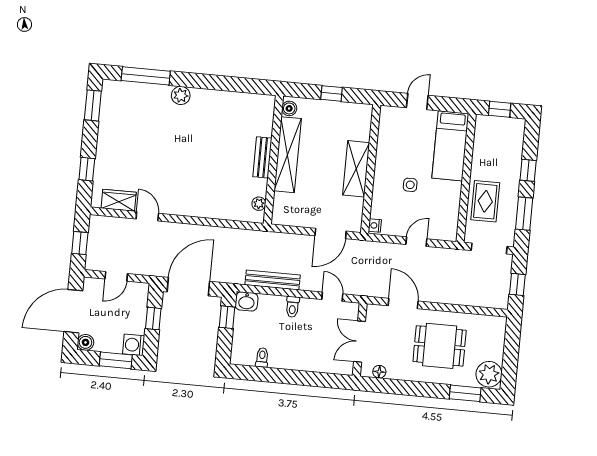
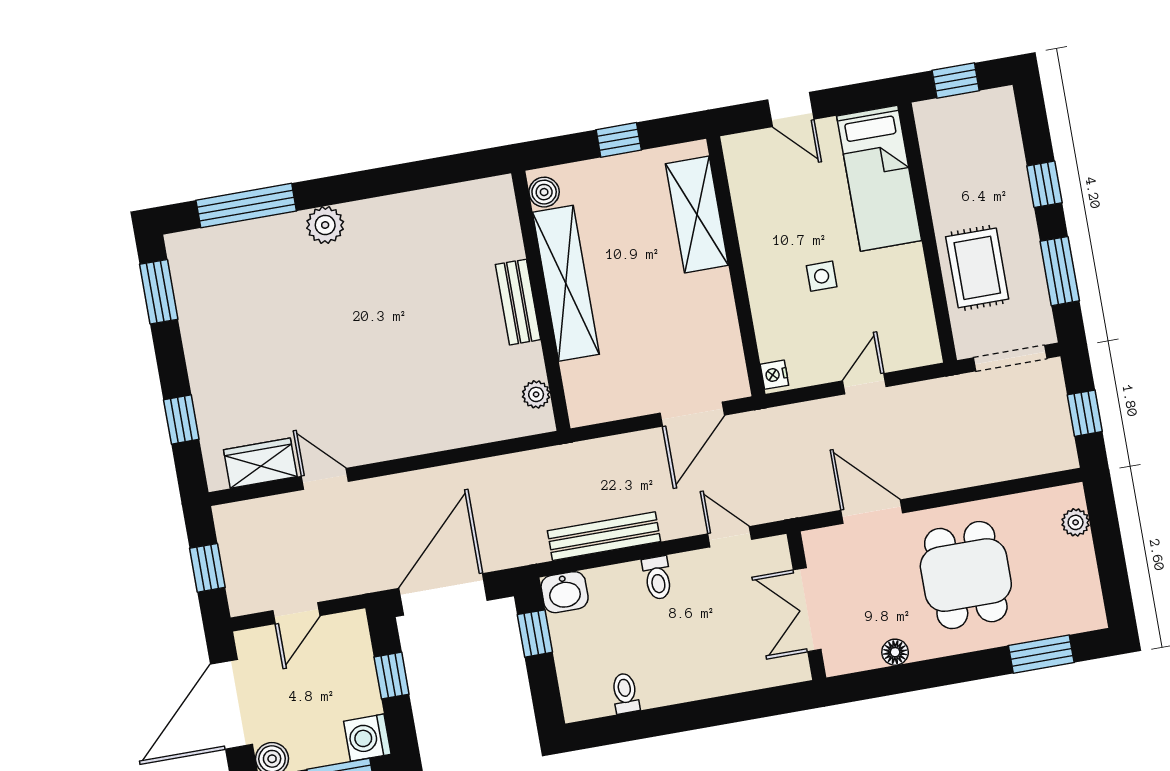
door: (417, 102) -> (791, 110), swing flipped
shelving: (356, 169) -> (697, 215), moved
dining table: (440, 346) -> (966, 575), turned 90
floor lamp: (379, 372) -> (895, 652), moved
plant: (489, 374) -> (1076, 522), moved, width x0.53, depth x0.53

